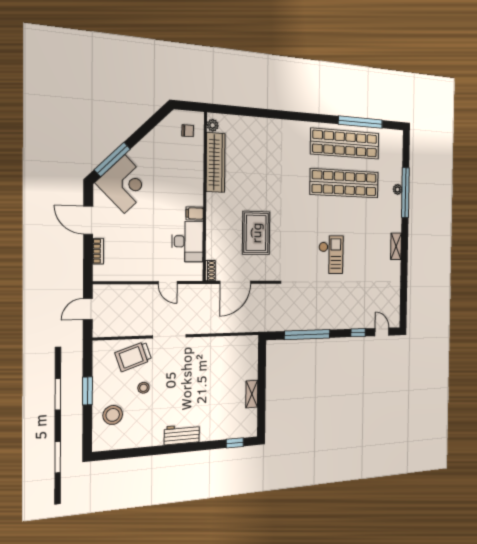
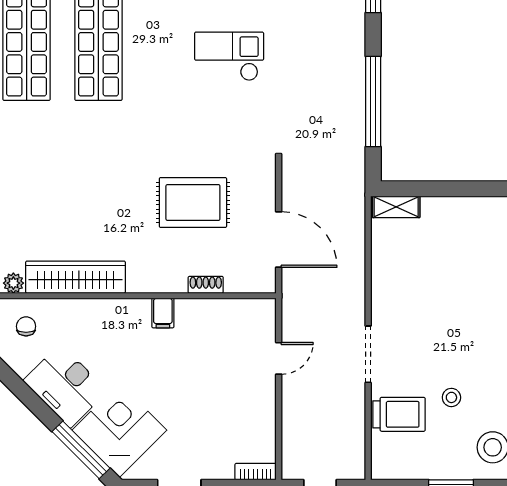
desk: (188, 241) -> (65, 386), moved, turned -135
bookcase: (98, 251) -> (256, 472), moved
shoe rack: (210, 271) -> (206, 285), moved
trolley: (133, 356) -> (399, 414), turned -71
shelving: (252, 394) -> (396, 207), moved

